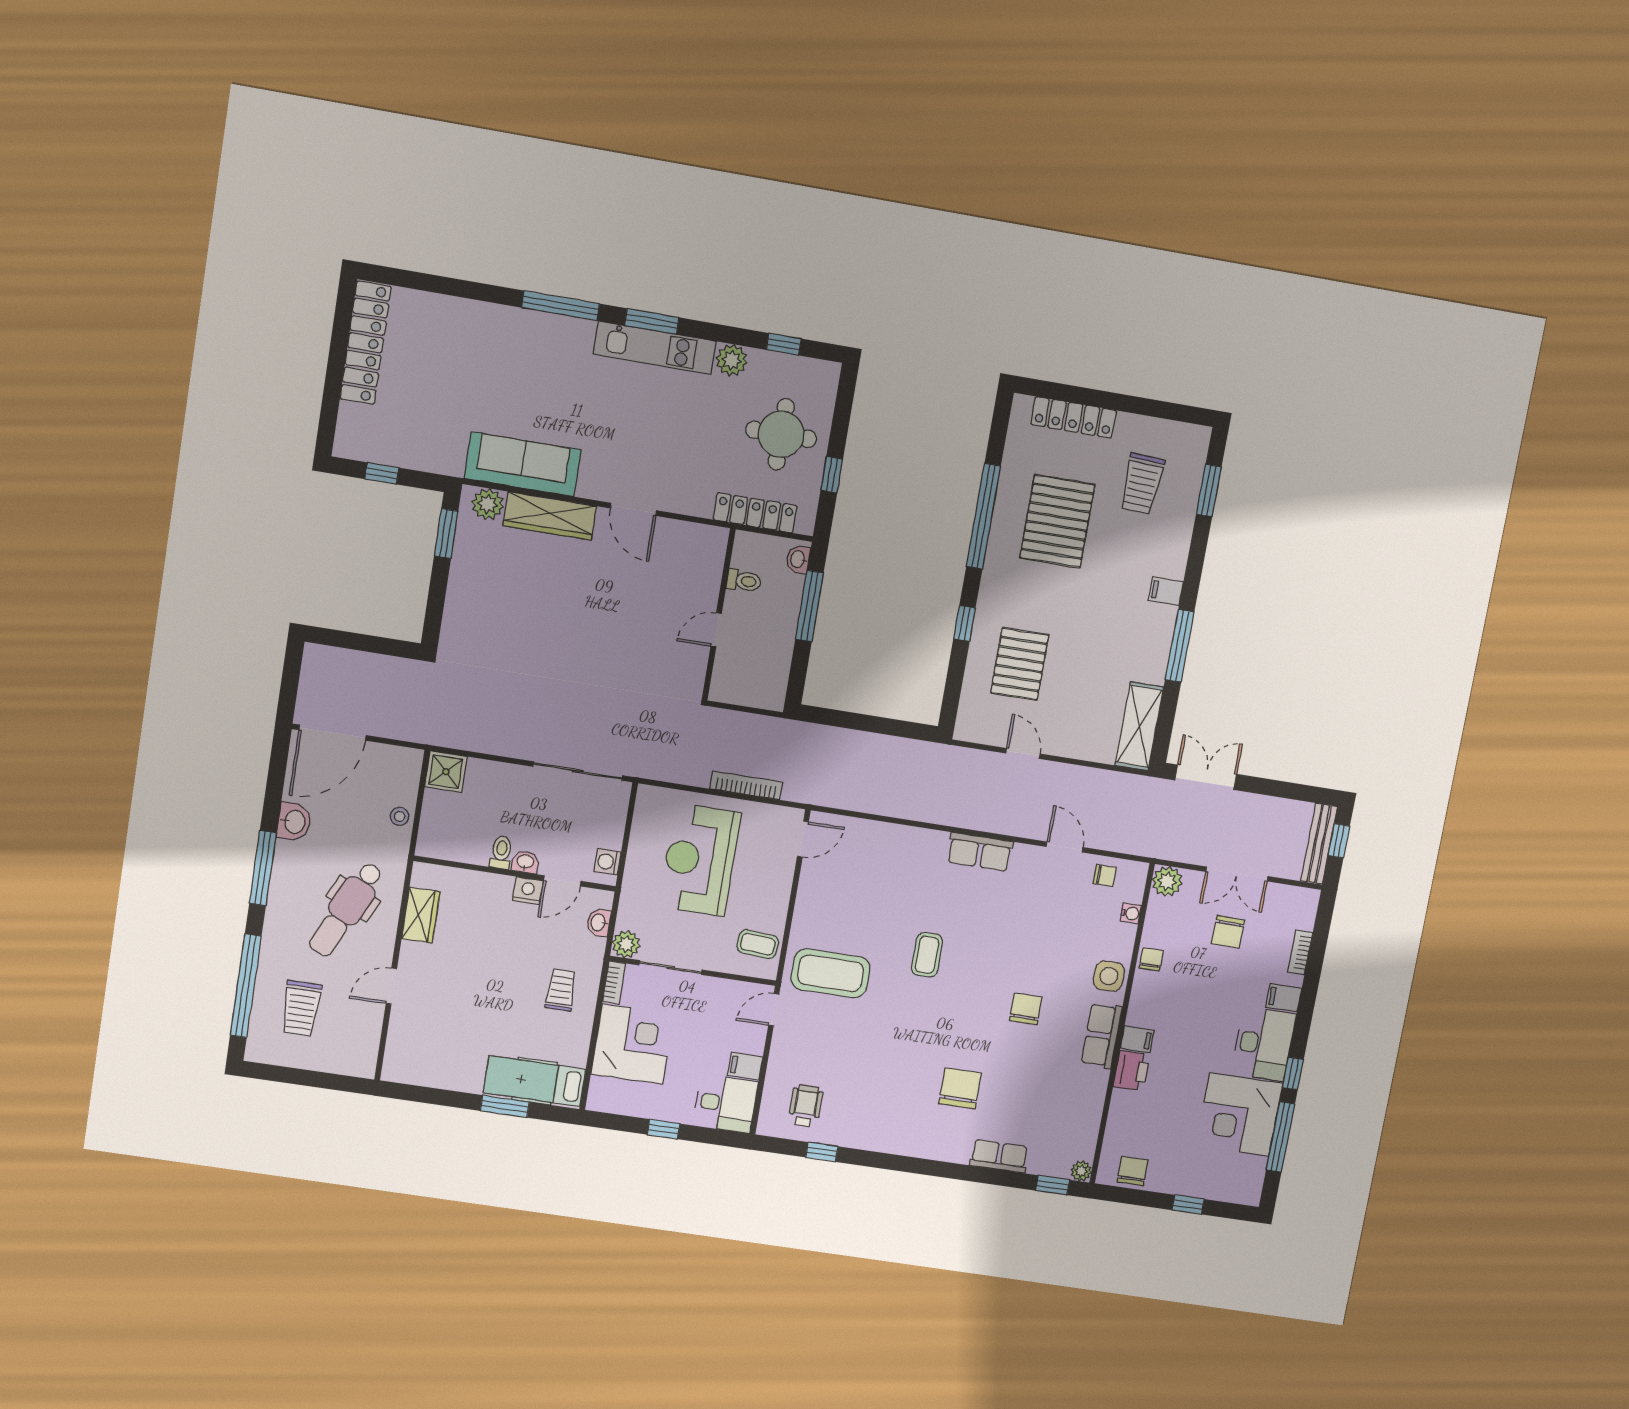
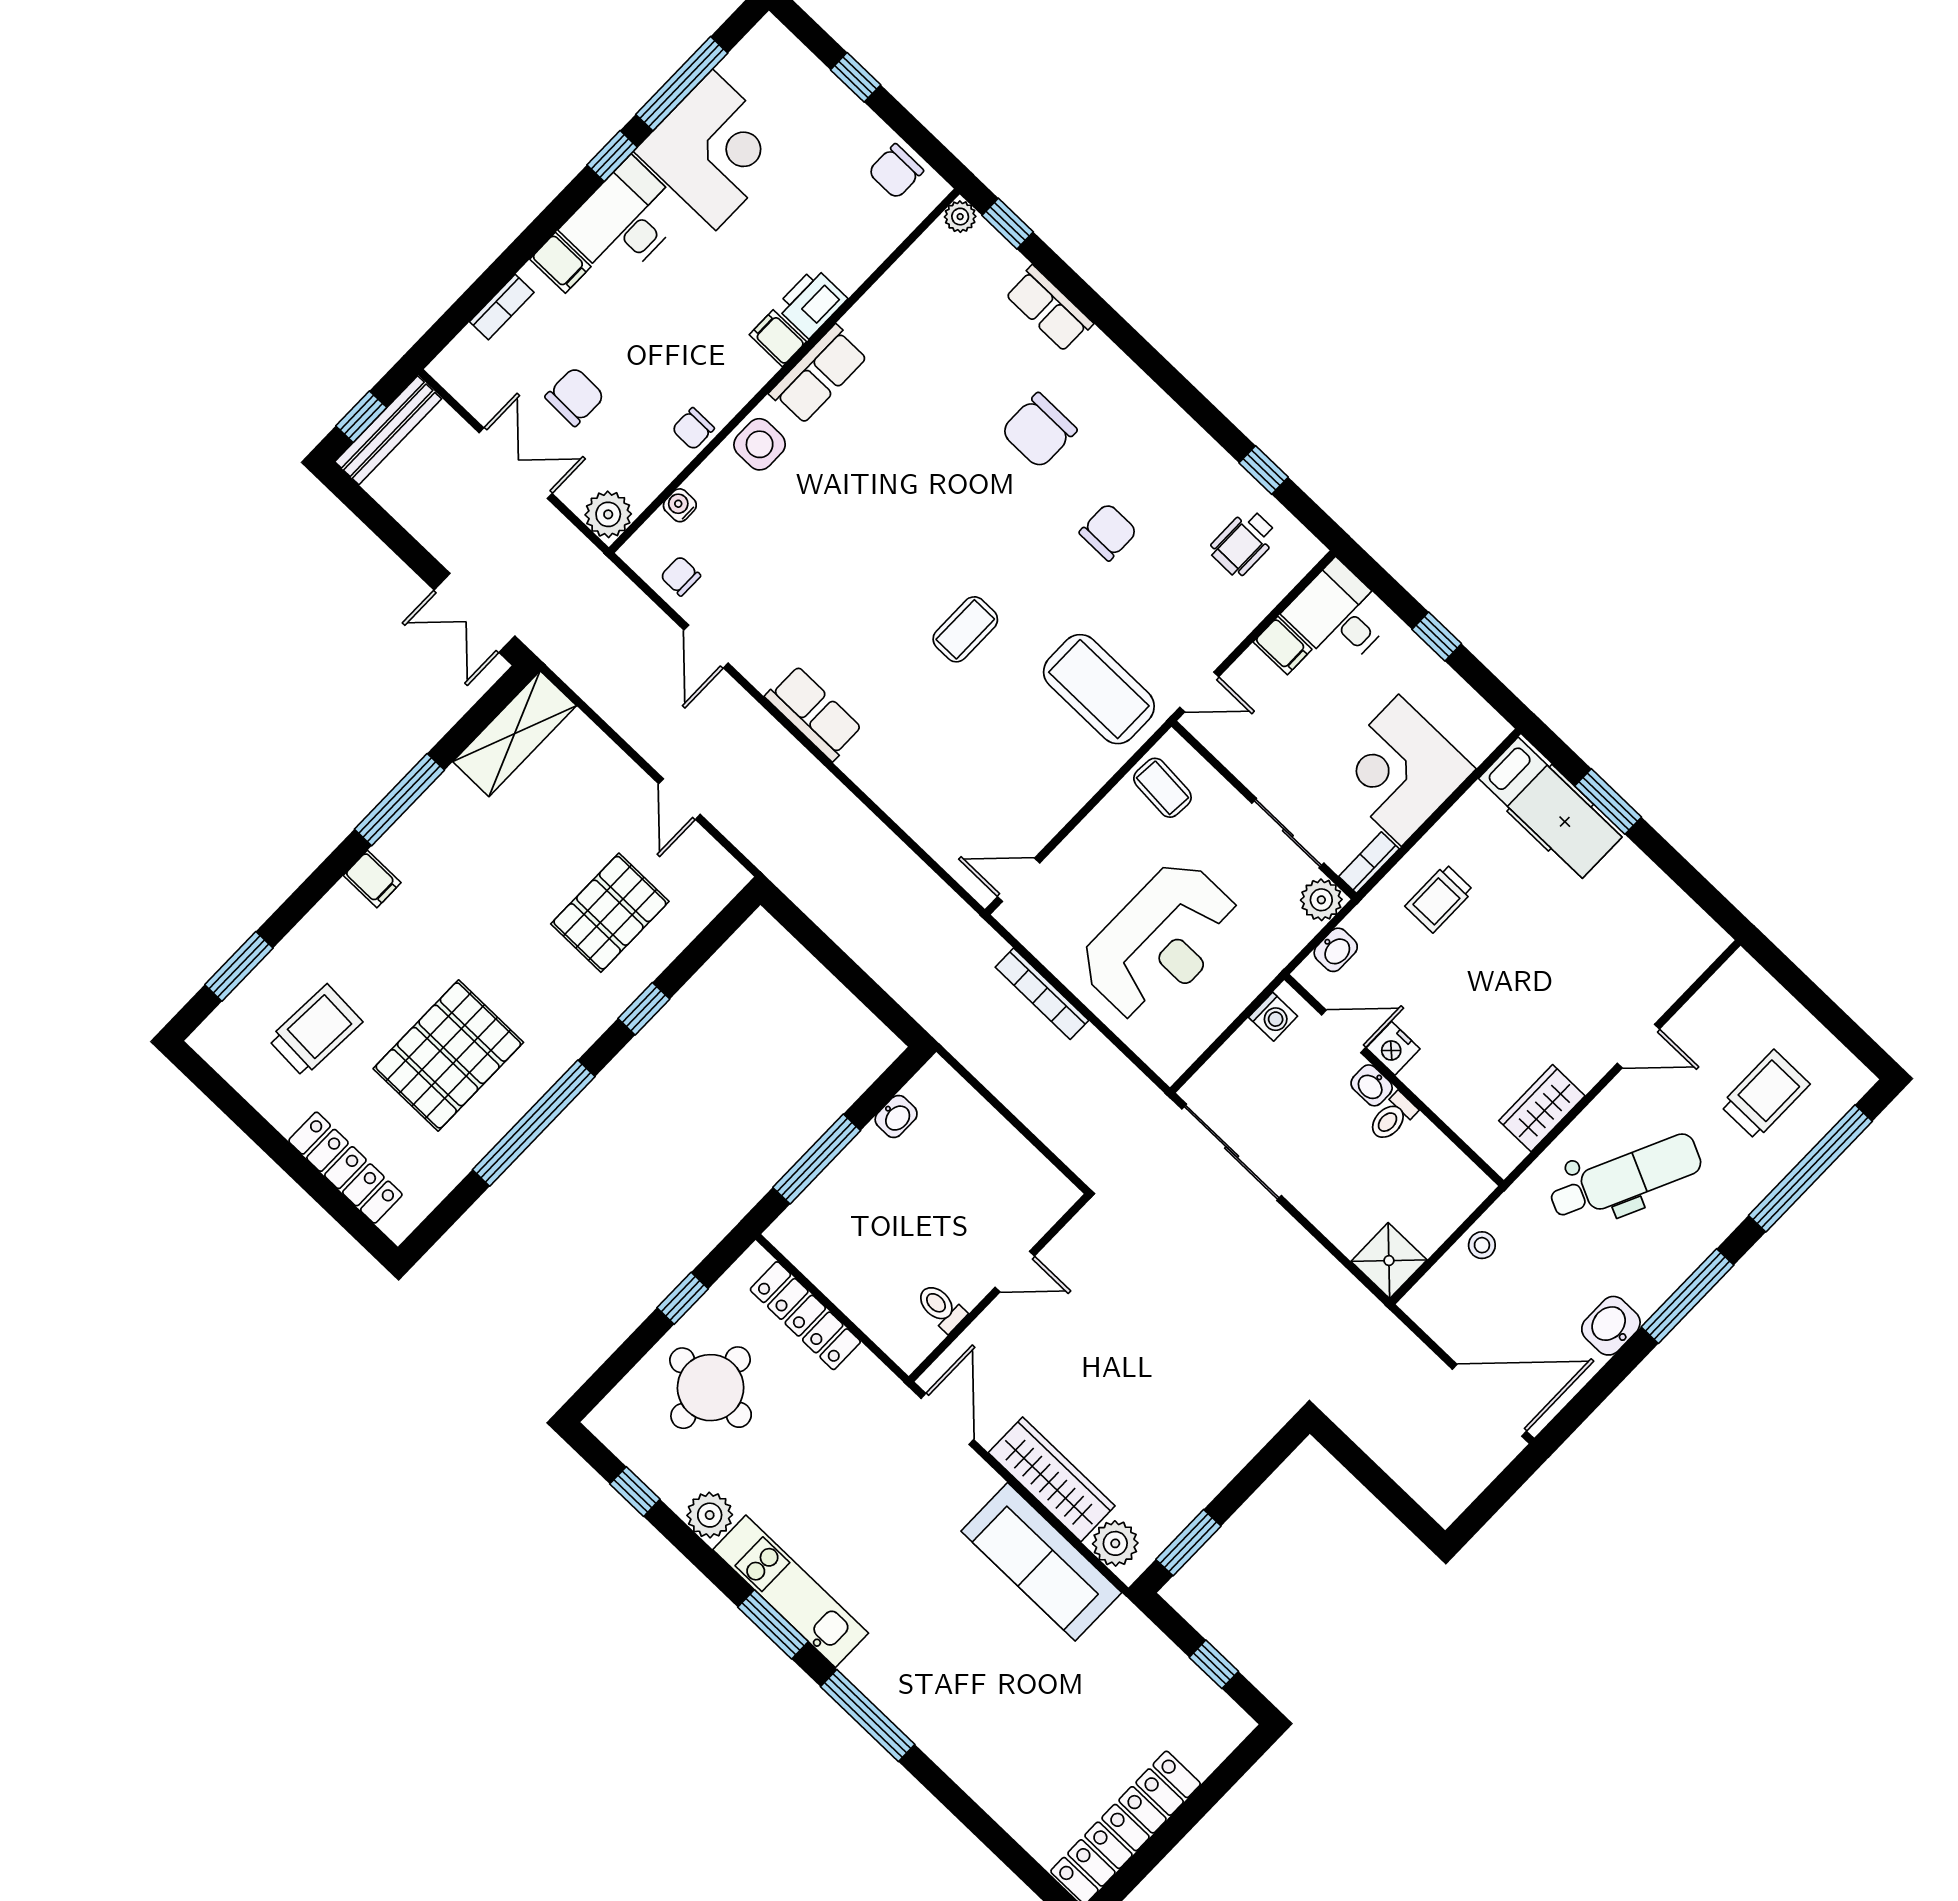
washbasin: (798, 559) -> (896, 1117), moved
toilet: (744, 581) -> (941, 1308), moved
wall: (719, 615) -> (999, 1288), moved
door: (716, 630) -> (1015, 1272), moved
chair: (1026, 1009) -> (1108, 532), moved, turned 180

